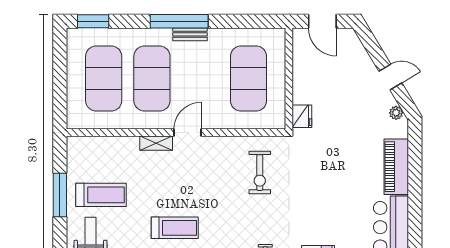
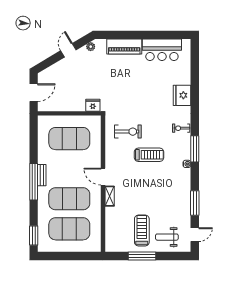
treadmill: (175, 228) -> (149, 155), moved, turned 90

